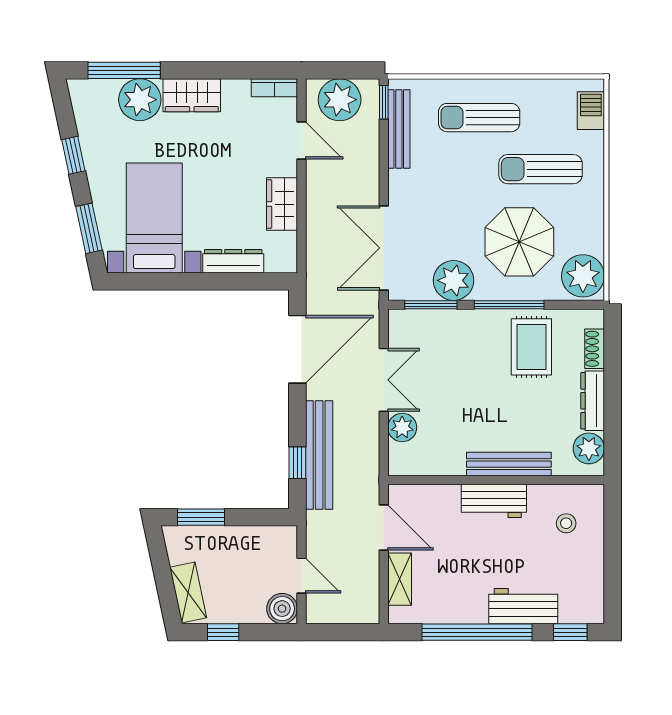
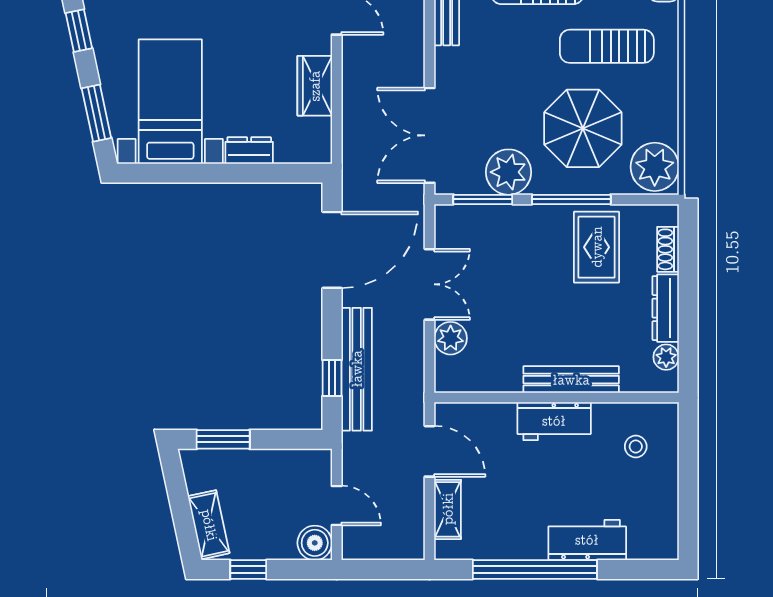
dresser: (233, 261) -> (249, 150), width x0.70
plant: (589, 448) -> (666, 357), width x0.73, depth x0.73
window: (570, 632) -> (640, 569), removed

